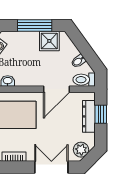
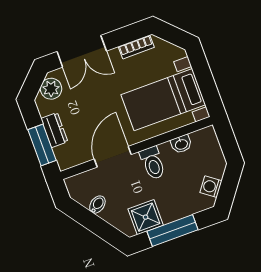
toilet: (84, 80) -> (153, 163), moved, turned 90
window: (101, 114) -> (42, 145), width x1.50
dresser: (89, 116) -> (54, 130), width x0.70

